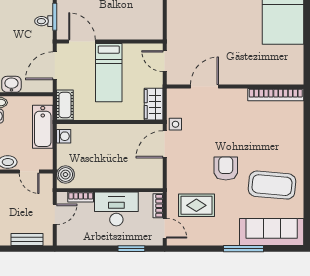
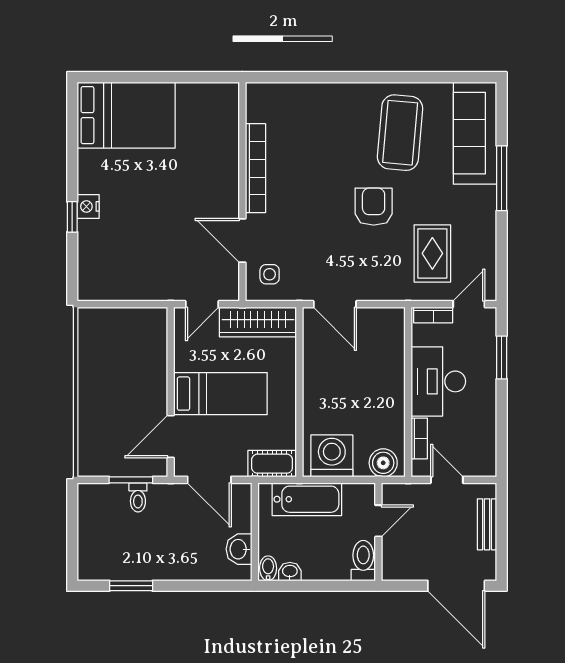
bookcase: (276, 95) -> (255, 168), moved
wardrobe: (154, 104) -> (258, 322), width x1.50
side table: (175, 124) -> (270, 274), moved
washing machine: (64, 136) -> (332, 456), width x1.89, depth x1.89
armchair: (226, 169) -> (374, 207), turned 90

